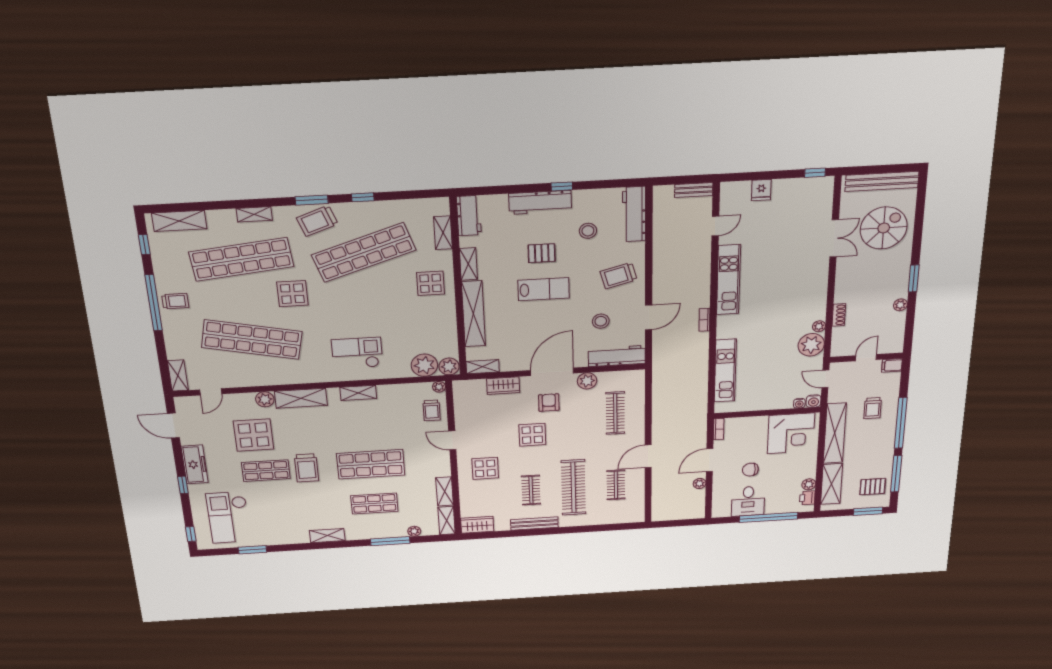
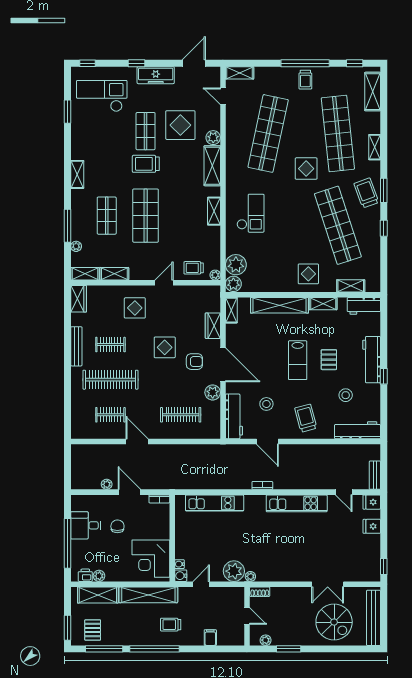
fridge: (729, 192) -> (372, 502), added
door: (866, 358) -> (247, 616), moved
wall: (866, 358) -> (247, 616), moved

